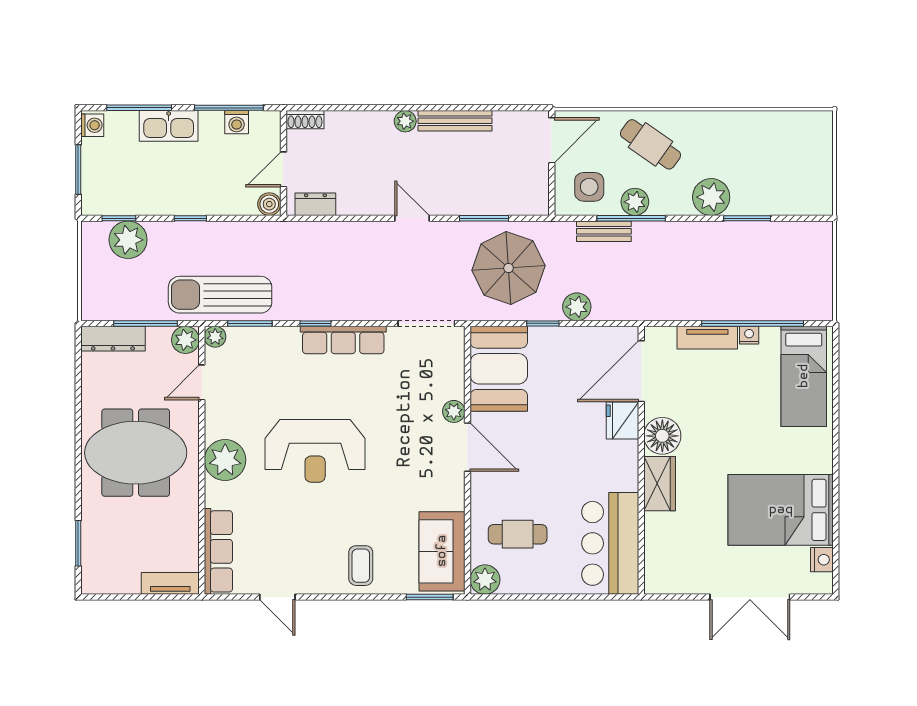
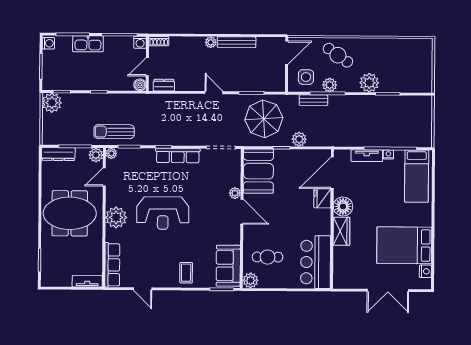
washing machine: (237, 122) -> (140, 42), moved
plant: (128, 240) -> (52, 103), moved
sun lounger: (220, 295) -> (114, 132), width x0.73, depth x0.75

